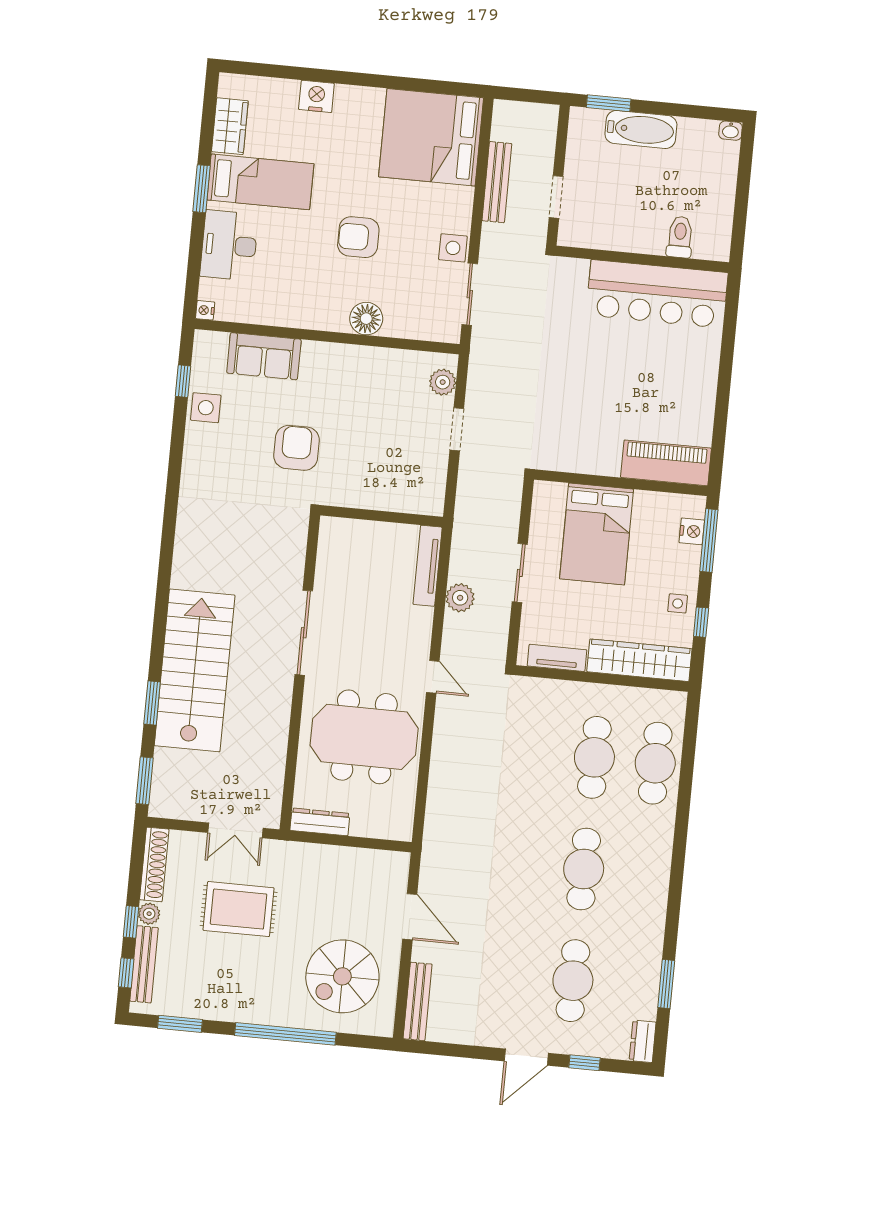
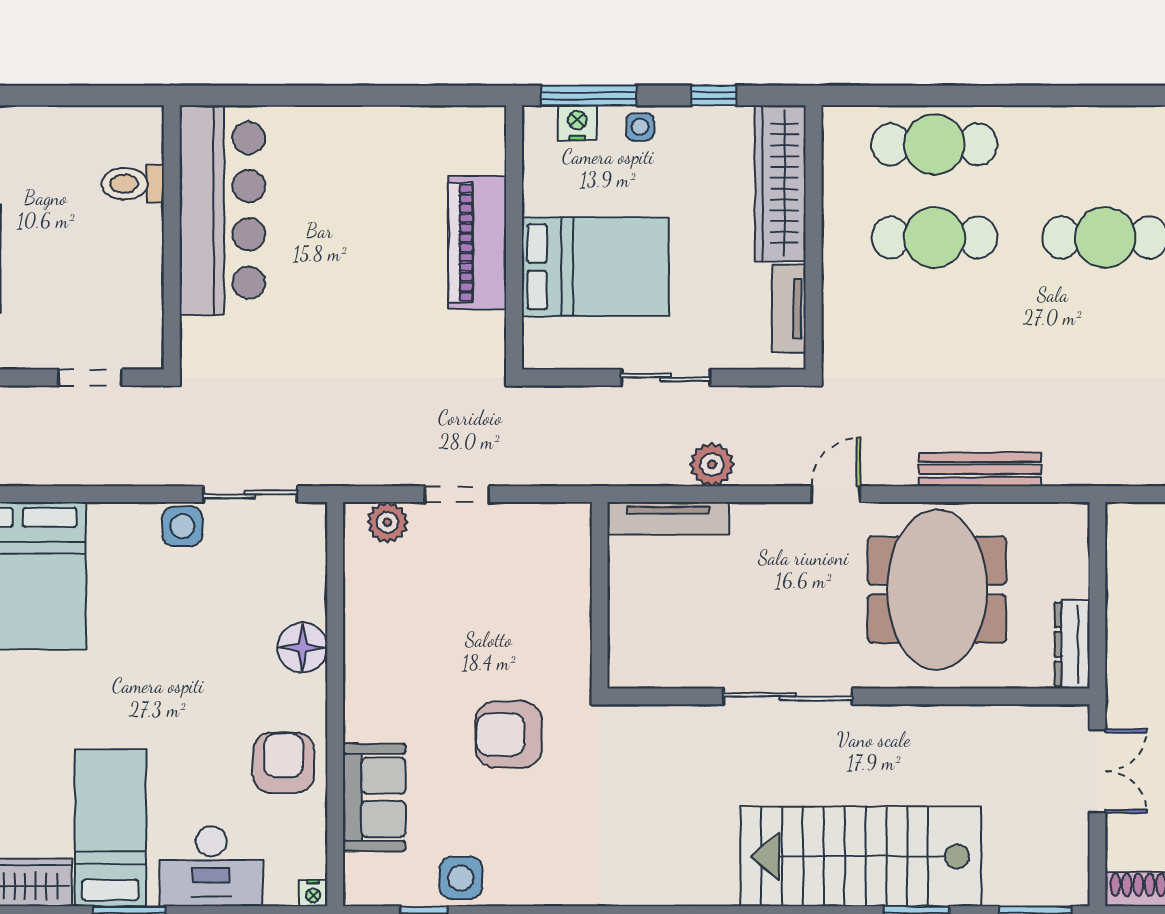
bench: (497, 182) -> (980, 469), moved
armchair: (358, 237) -> (284, 763), moved, turned 180
piano: (666, 463) -> (477, 243), moved
side table: (678, 603) -> (640, 127), moved

